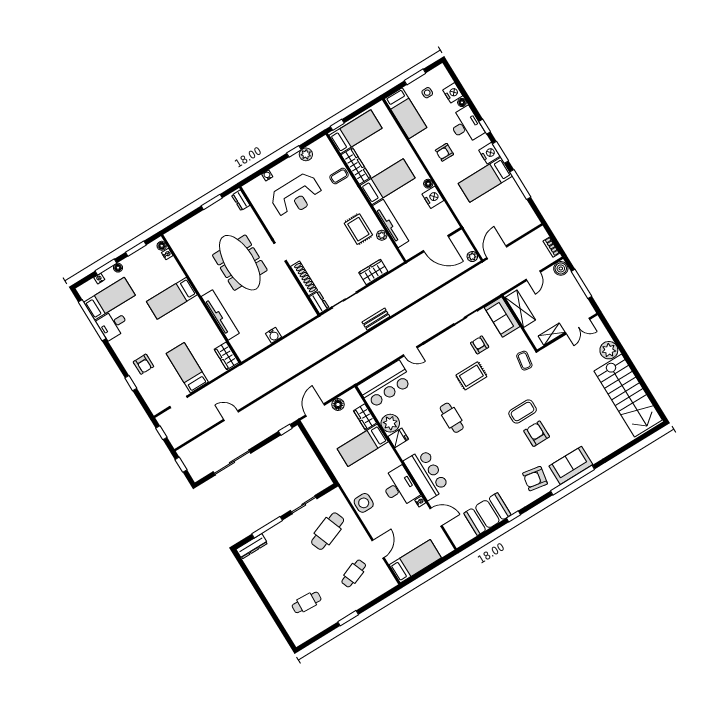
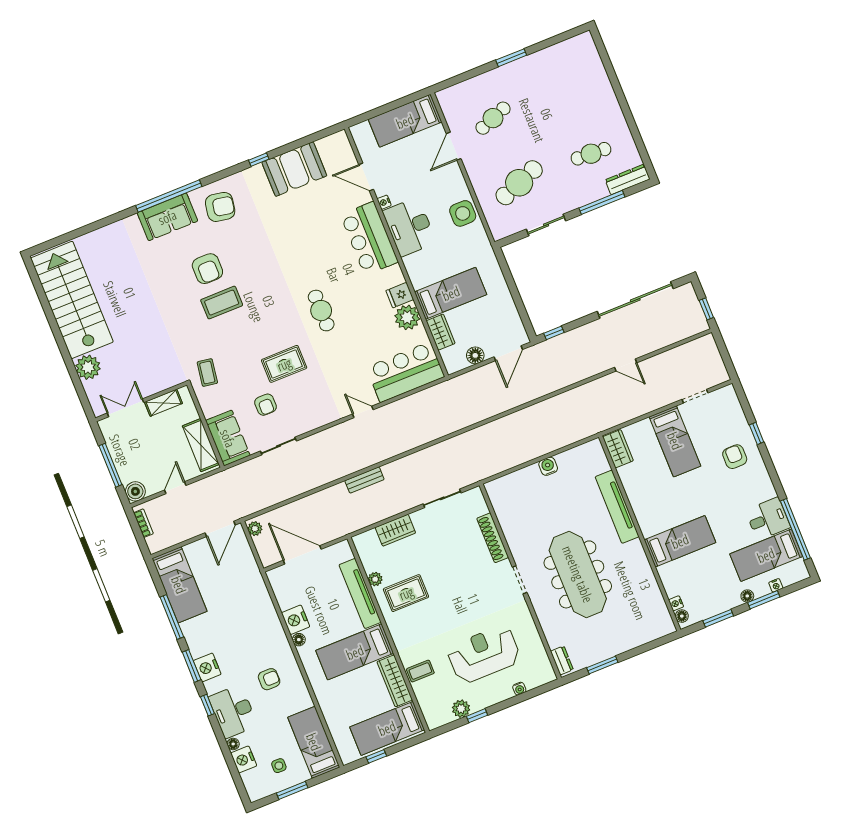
window: (337, 125) -> (376, 756), moved
bed: (485, 180) -> (179, 585), moved, turned 90
rug: (358, 229) -> (406, 593), turned 90
dresser: (319, 302) -> (477, 501), removed
bench: (376, 319) -> (364, 480), moved
window: (161, 433) -> (726, 358), removed
sliding door: (232, 463) -> (635, 300), width x1.36
cafe table: (307, 602) -> (591, 154), moved

